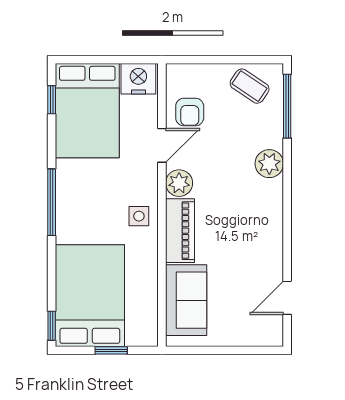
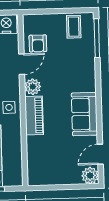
coffee table: (250, 86) -> (74, 27), turned 56
plant: (269, 164) -> (90, 176), moved
sofa: (186, 300) -> (84, 114), moved, turned 180

